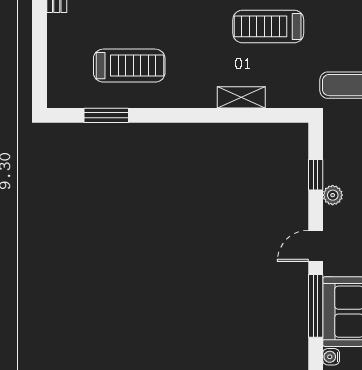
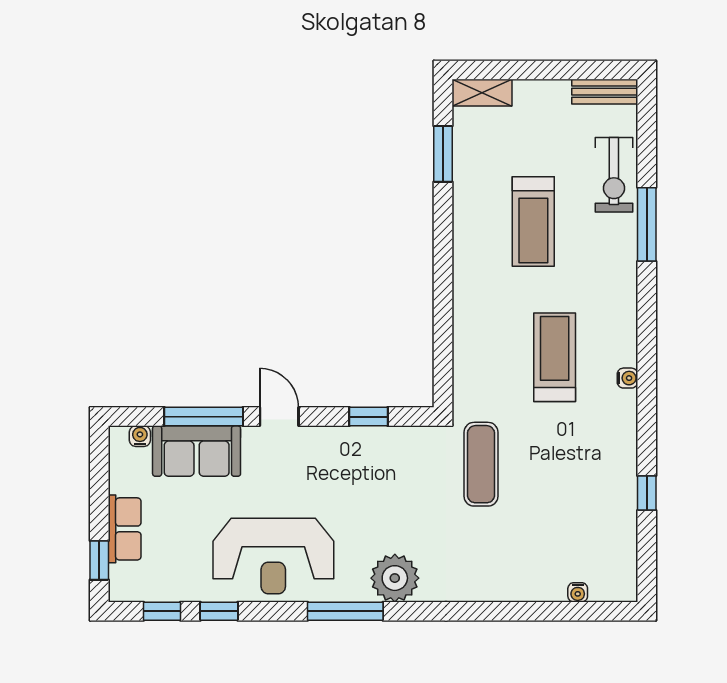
treadmill: (129, 66) -> (533, 221), moved
shelving: (241, 97) -> (482, 93), moved, turned 90
plant: (333, 195) -> (343, 438), removed

